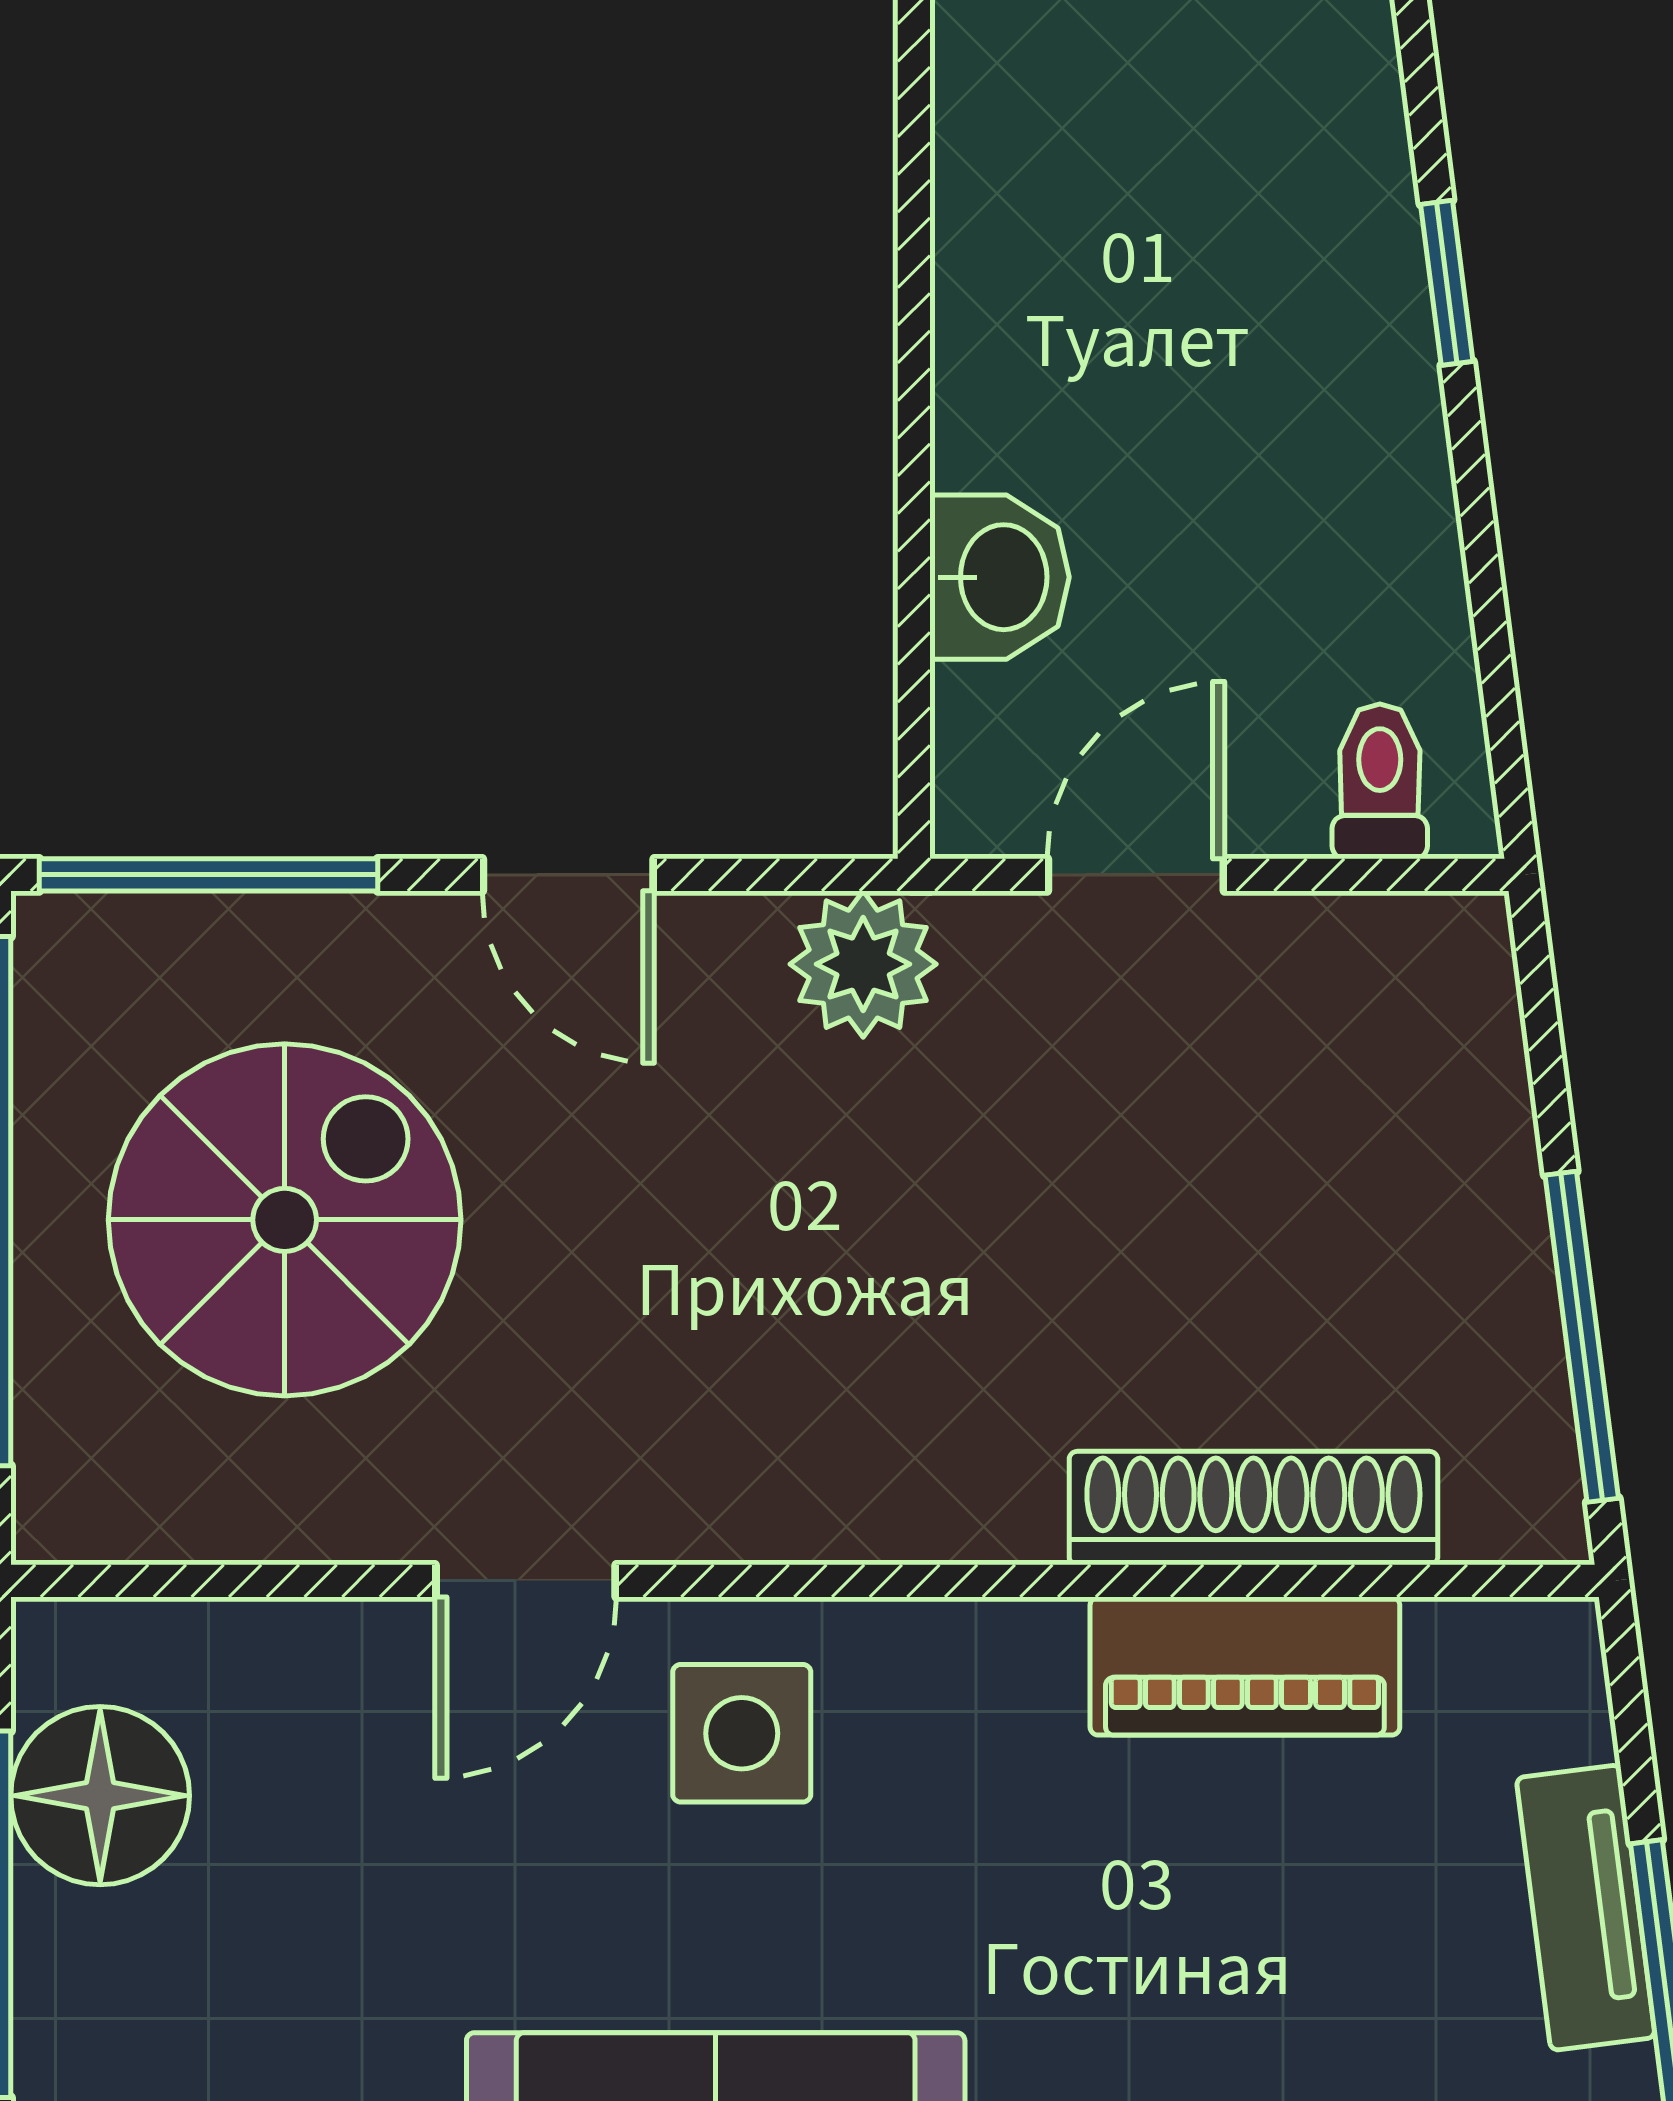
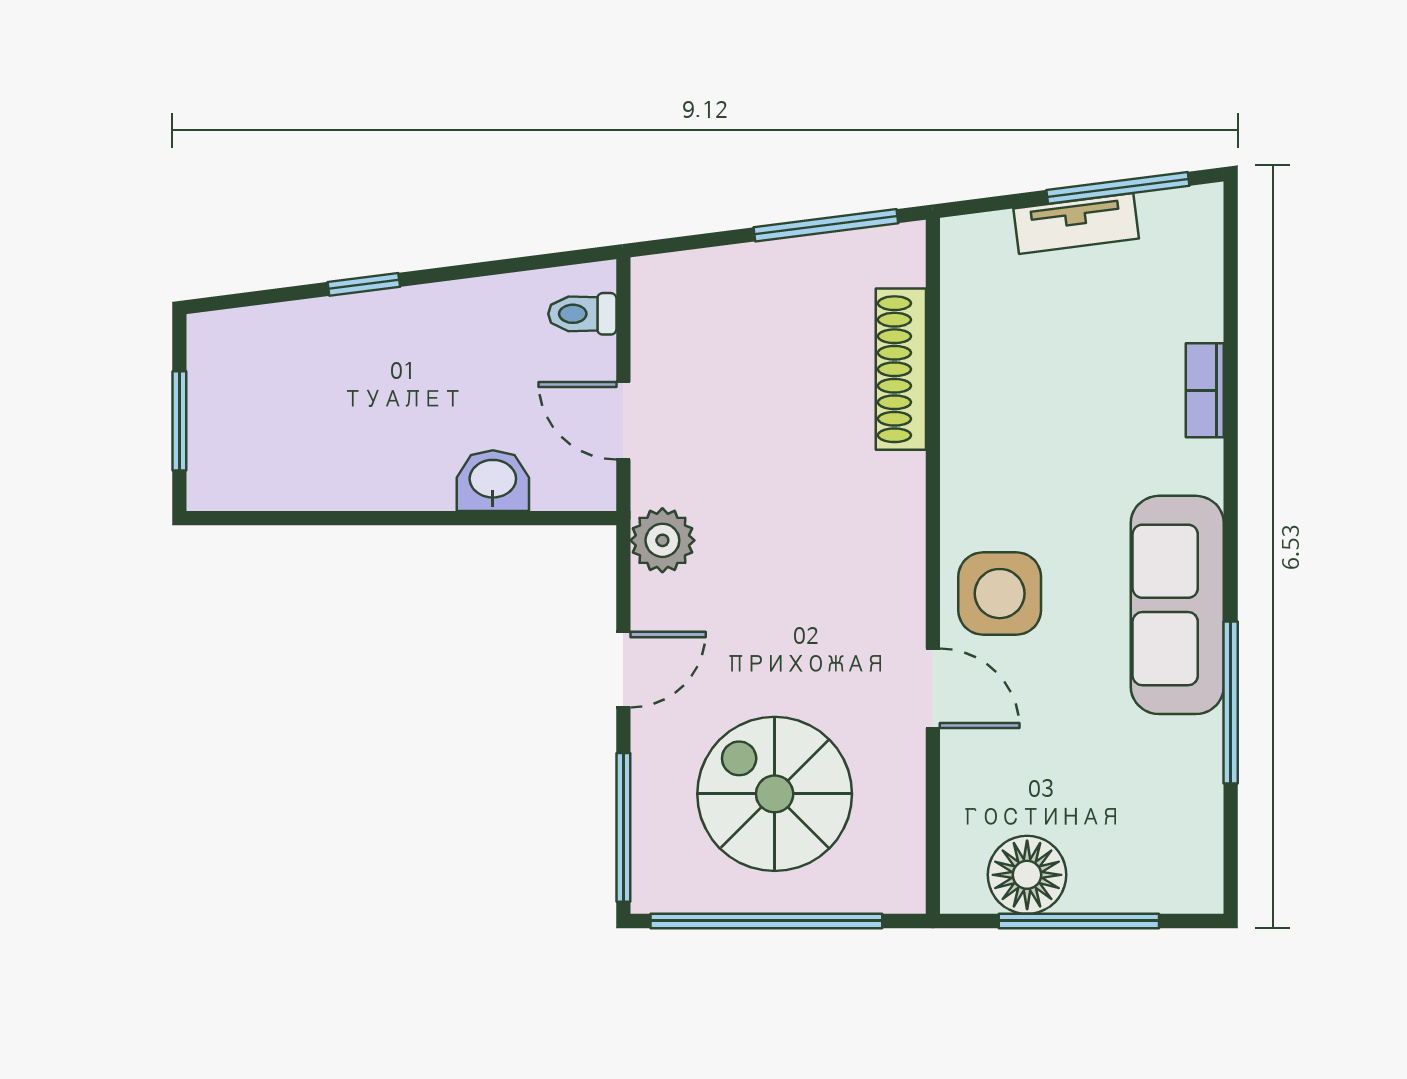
piano: (1245, 1666) -> (970, 373), removed
side table: (742, 1733) -> (1000, 594), width x1.37, depth x1.37

